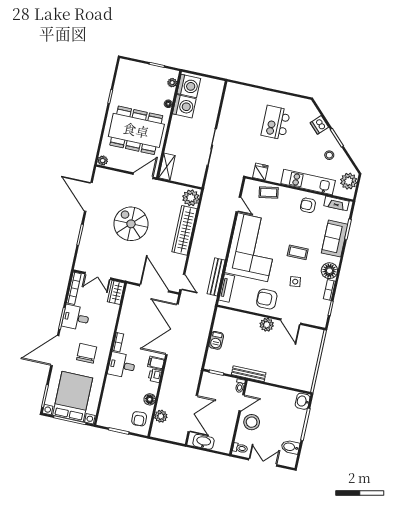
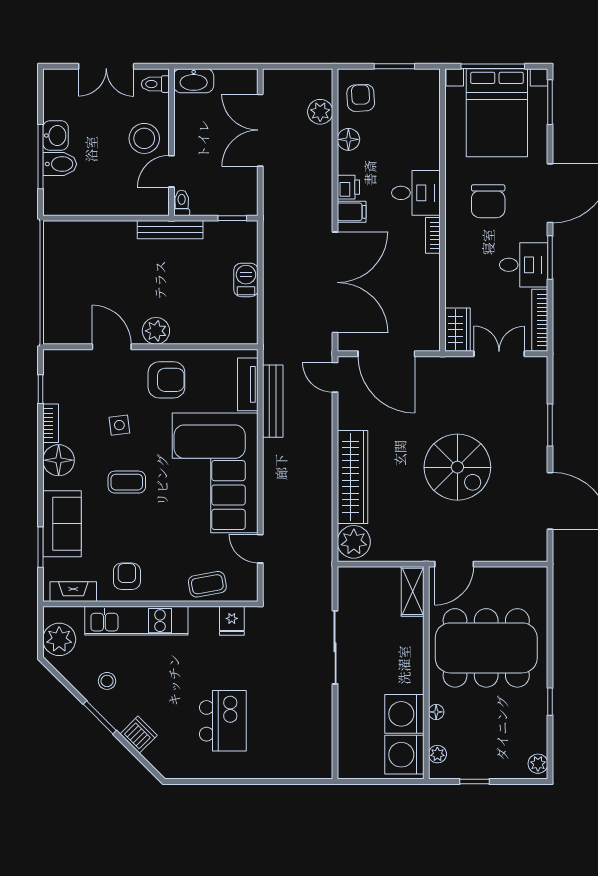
plant: (103, 161) -> (538, 764), moved
armchair: (308, 205) -> (127, 576), turned -90
washbasin: (303, 401) -> (56, 136), moved
washbasin: (204, 442) -> (194, 81), moved
bidet: (290, 447) -> (60, 164), moved

